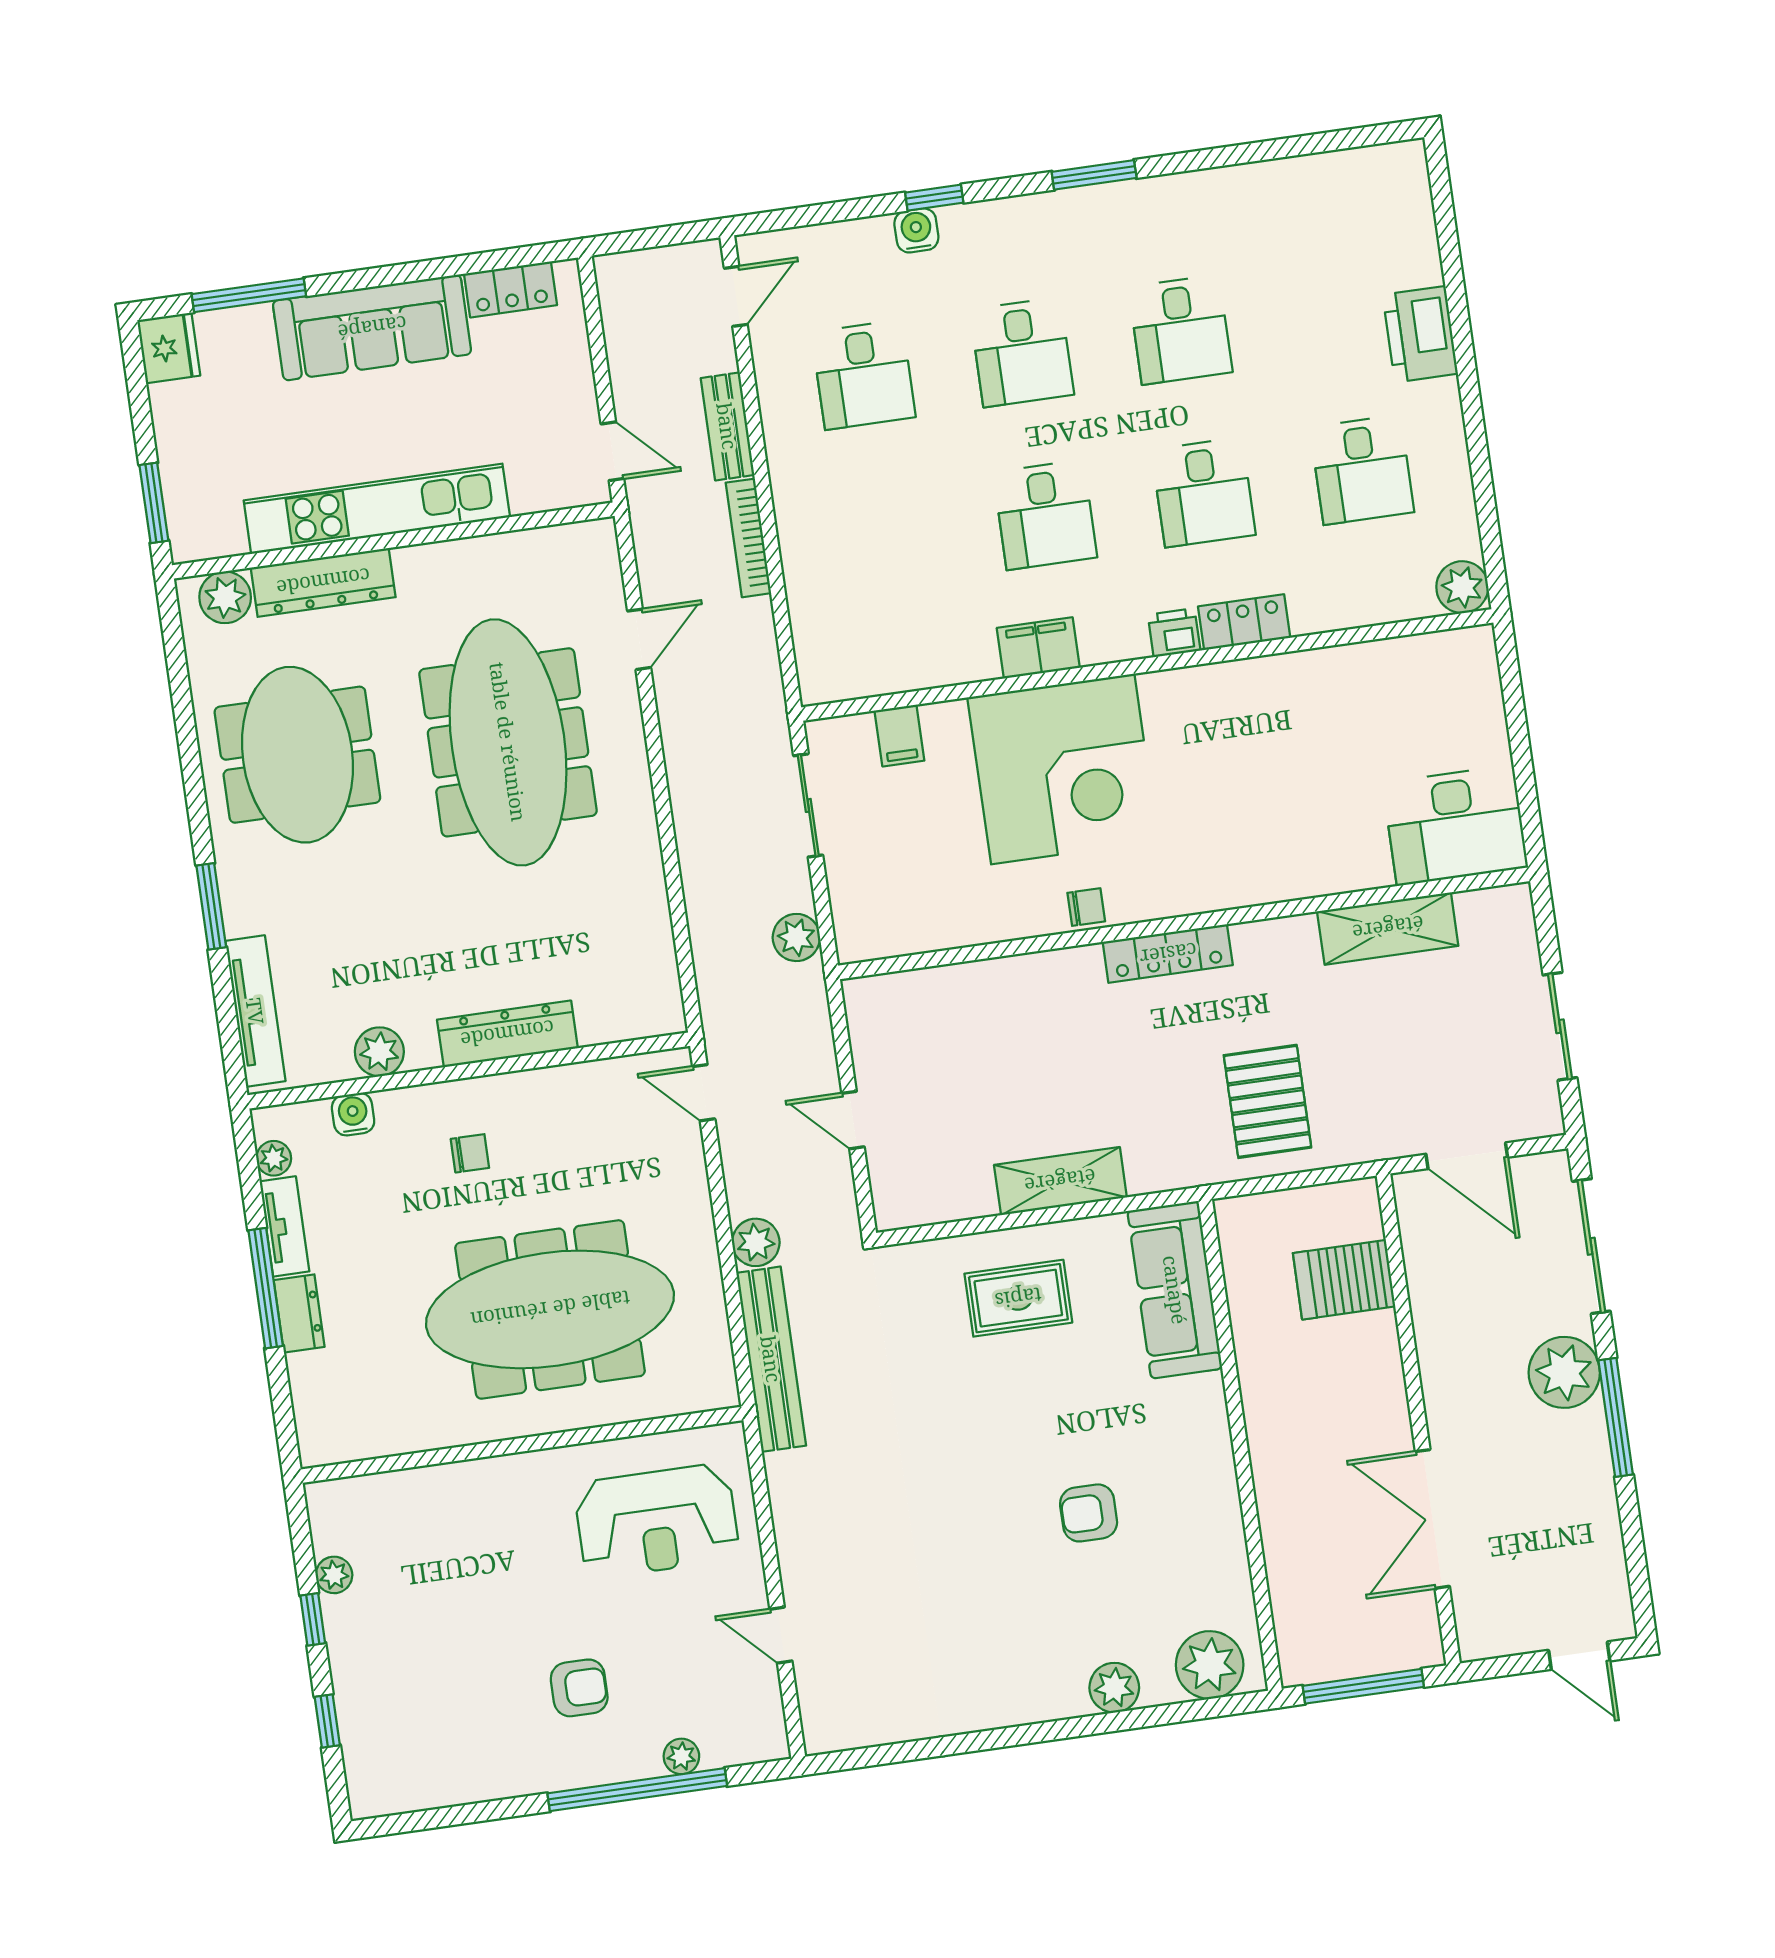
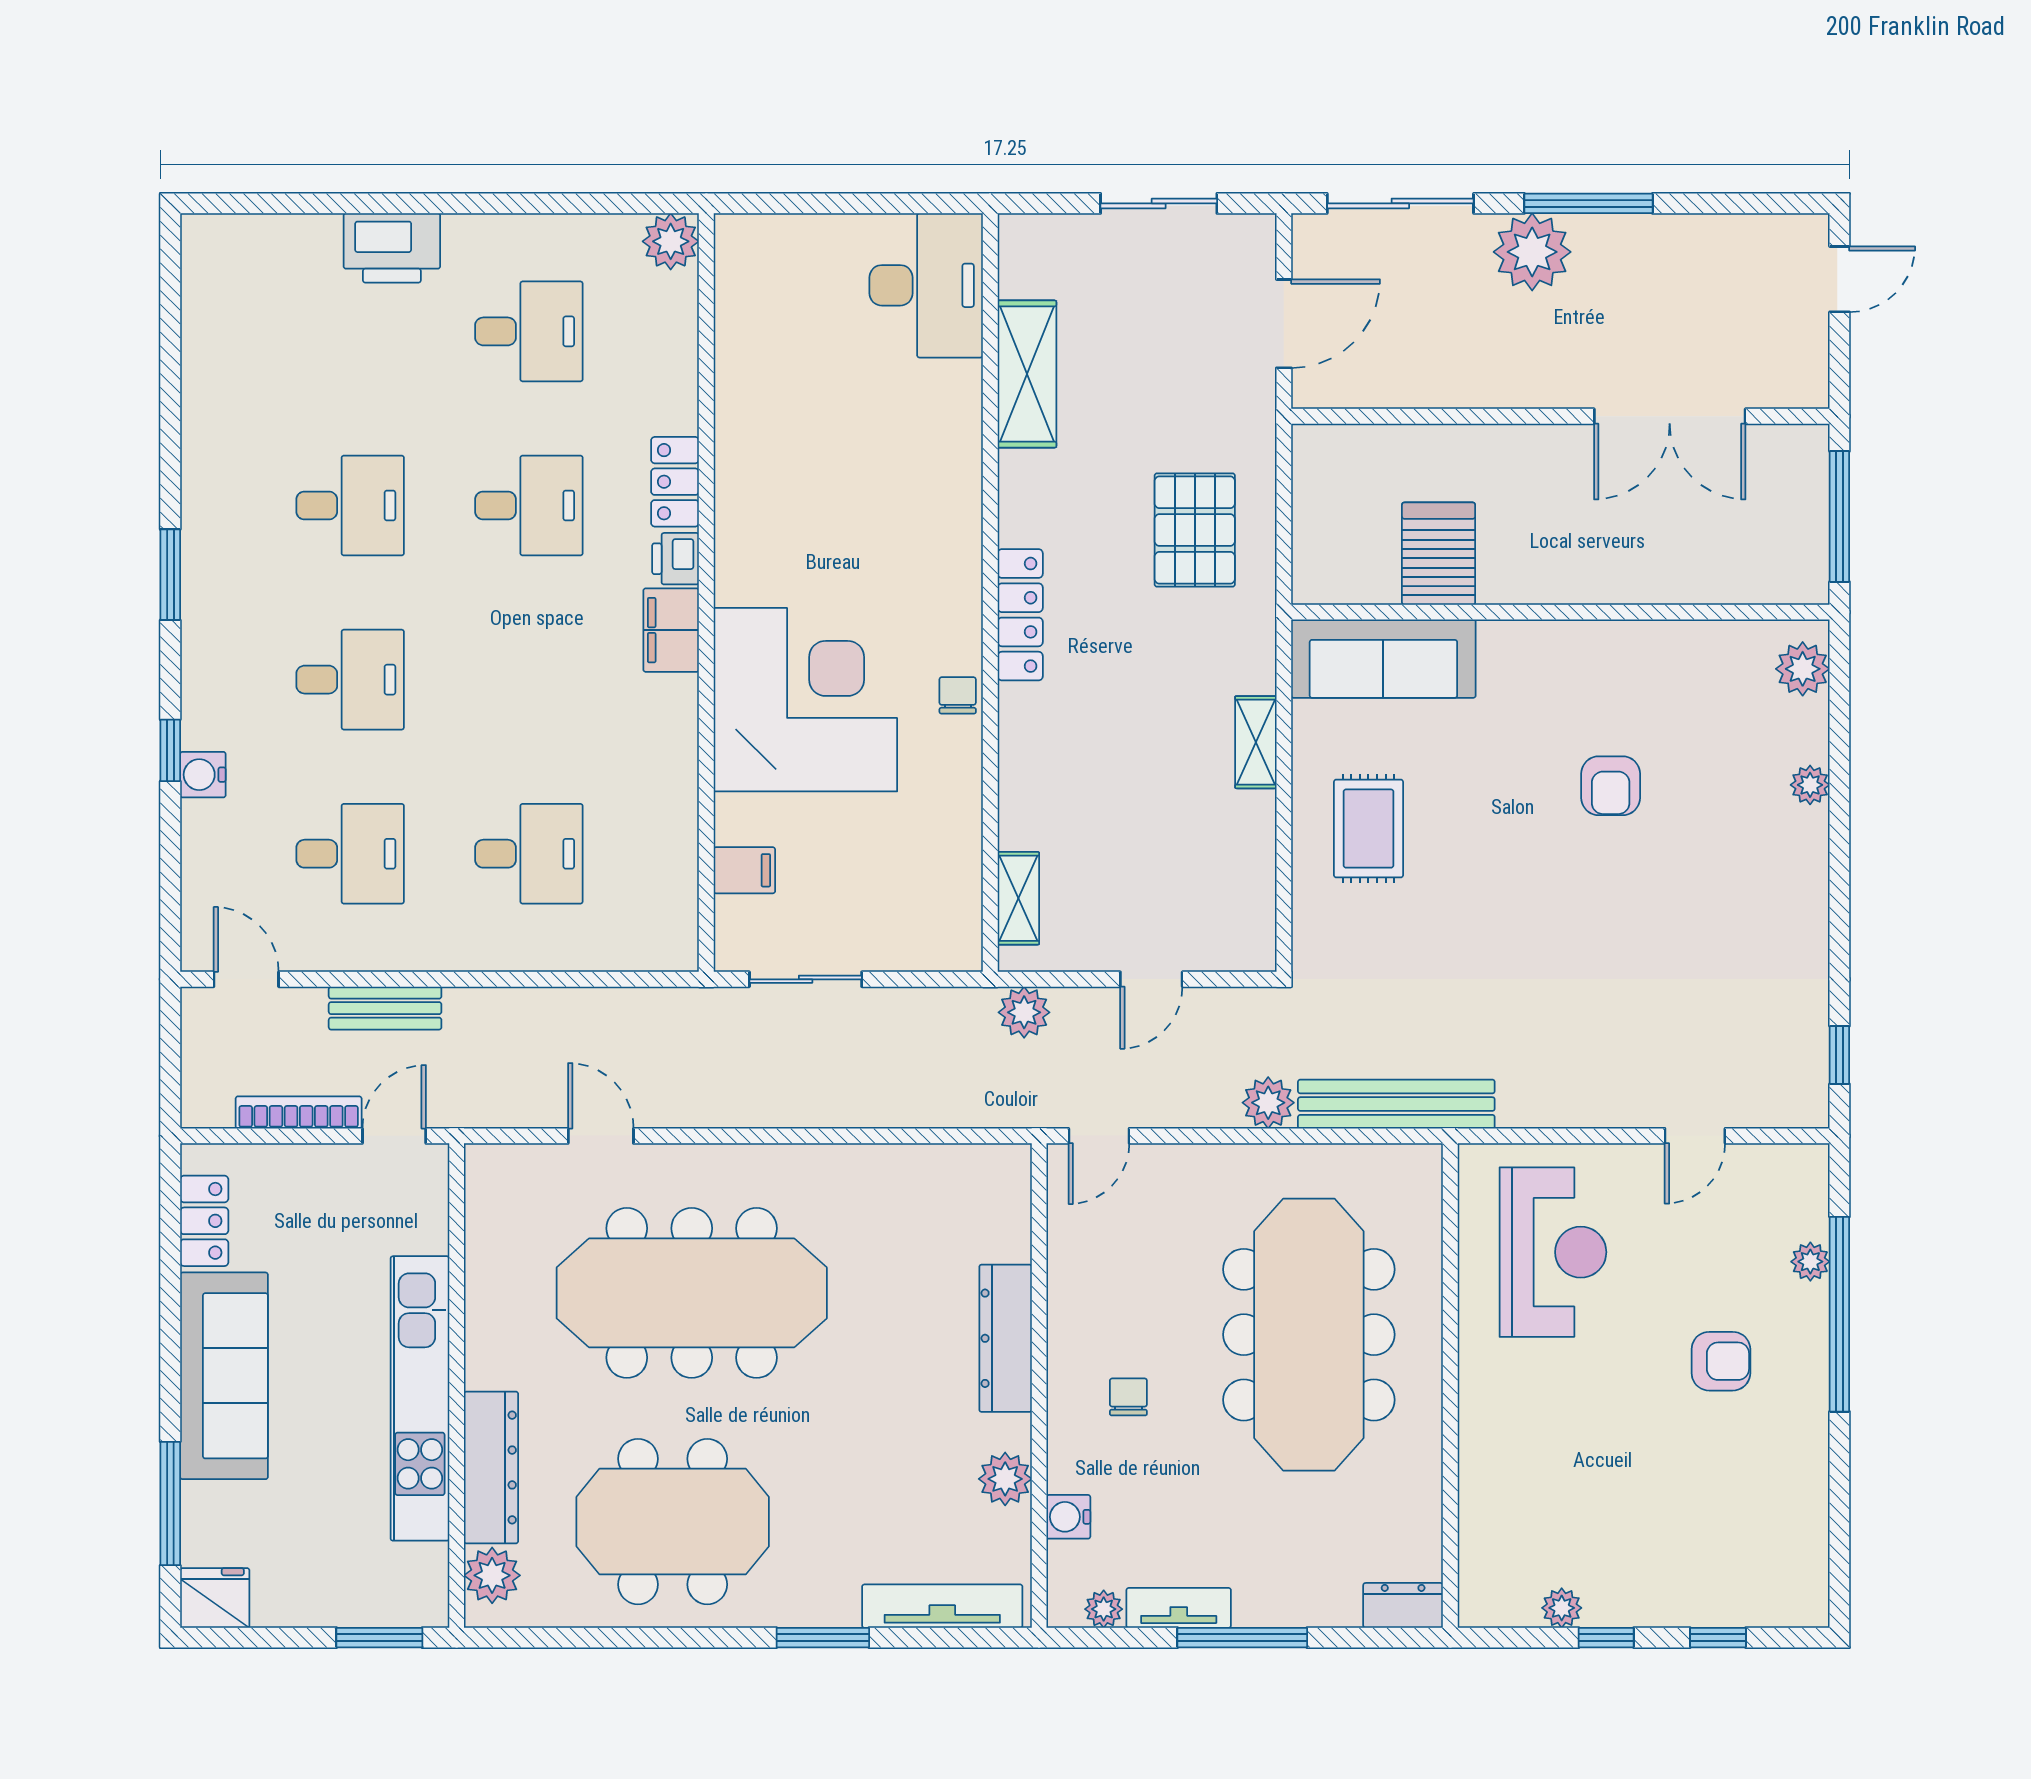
desk: (1045, 515) -> (529, 854), moved
bookcase: (748, 538) -> (299, 1112), moved, turned 180
filing cabinet: (1038, 648) -> (671, 630), moved
plant: (796, 937) -> (1024, 1012), moved
shelving: (909, 989) -> (1018, 898), added
pallet: (1267, 1101) -> (1195, 530), turned 90
shelving: (1060, 1181) -> (1256, 742), width x0.67, depth x0.75
server rack: (1344, 1280) -> (1439, 554), moved, turned 180
dresser: (299, 1313) -> (1403, 1605), moved
plant: (1210, 1665) -> (1803, 669), width x0.73, depth x0.73
armchair: (579, 1688) -> (1721, 1361), turned 90
plant: (1114, 1688) -> (1810, 785), width x0.73, depth x0.73
window: (873, 1756) -> (1839, 1055), added

